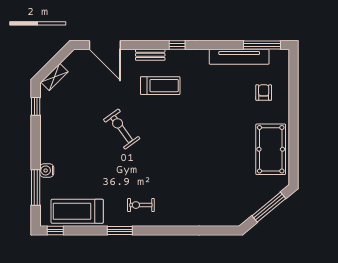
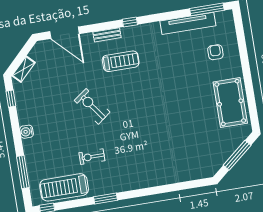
water cooler: (47, 170) -> (27, 132), moved
exercise bike: (141, 205) -> (92, 157), moved

